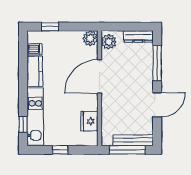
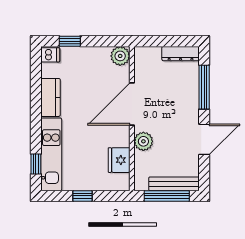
plant: (109, 42) -> (143, 141), moved
dishwasher: (35, 49) -> (50, 55), moved

